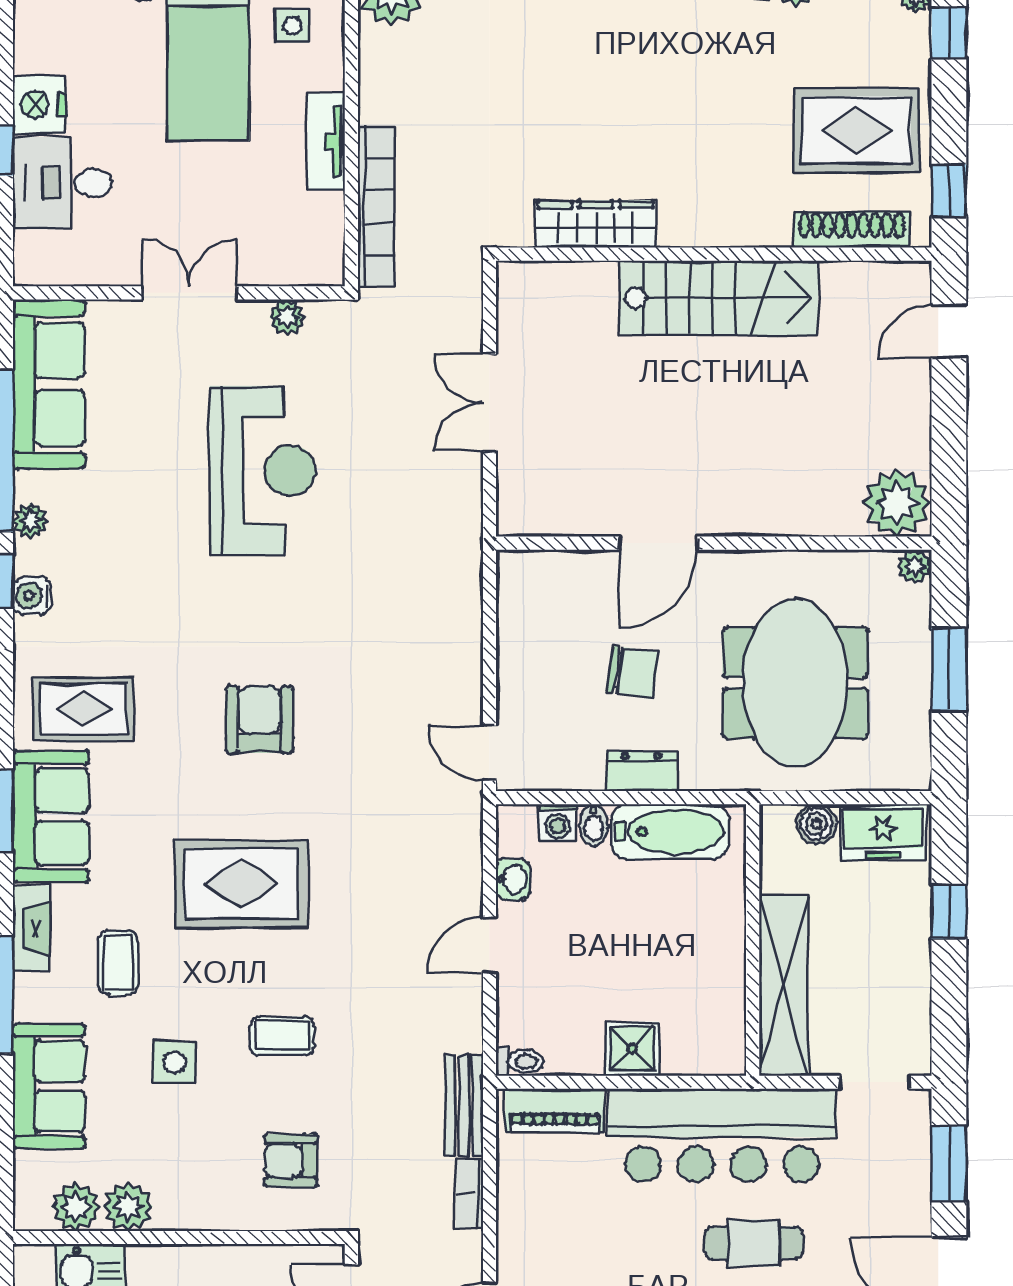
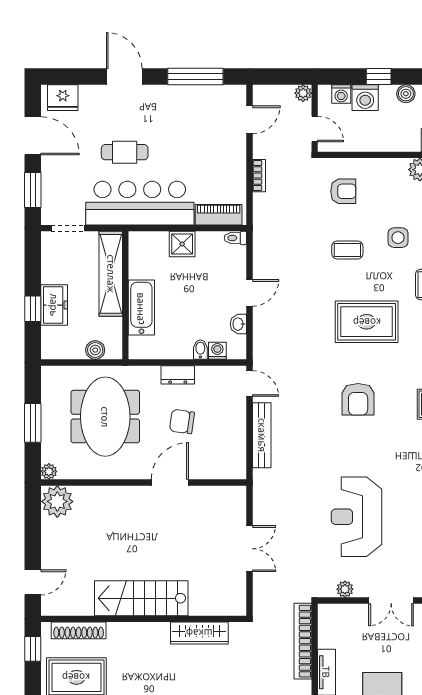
bathtub: (670, 832) -> (141, 307), moved, turned 90
freezer: (883, 832) -> (54, 305), moved, turned 90
bench: (464, 1105) -> (262, 435), moved, width x1.36

